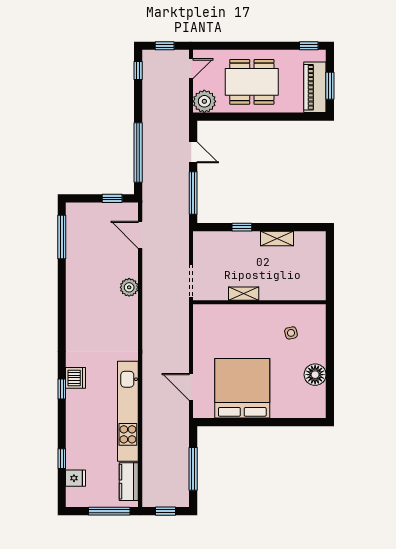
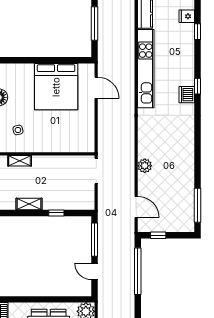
shelving: (244, 294) -> (20, 161), moved

